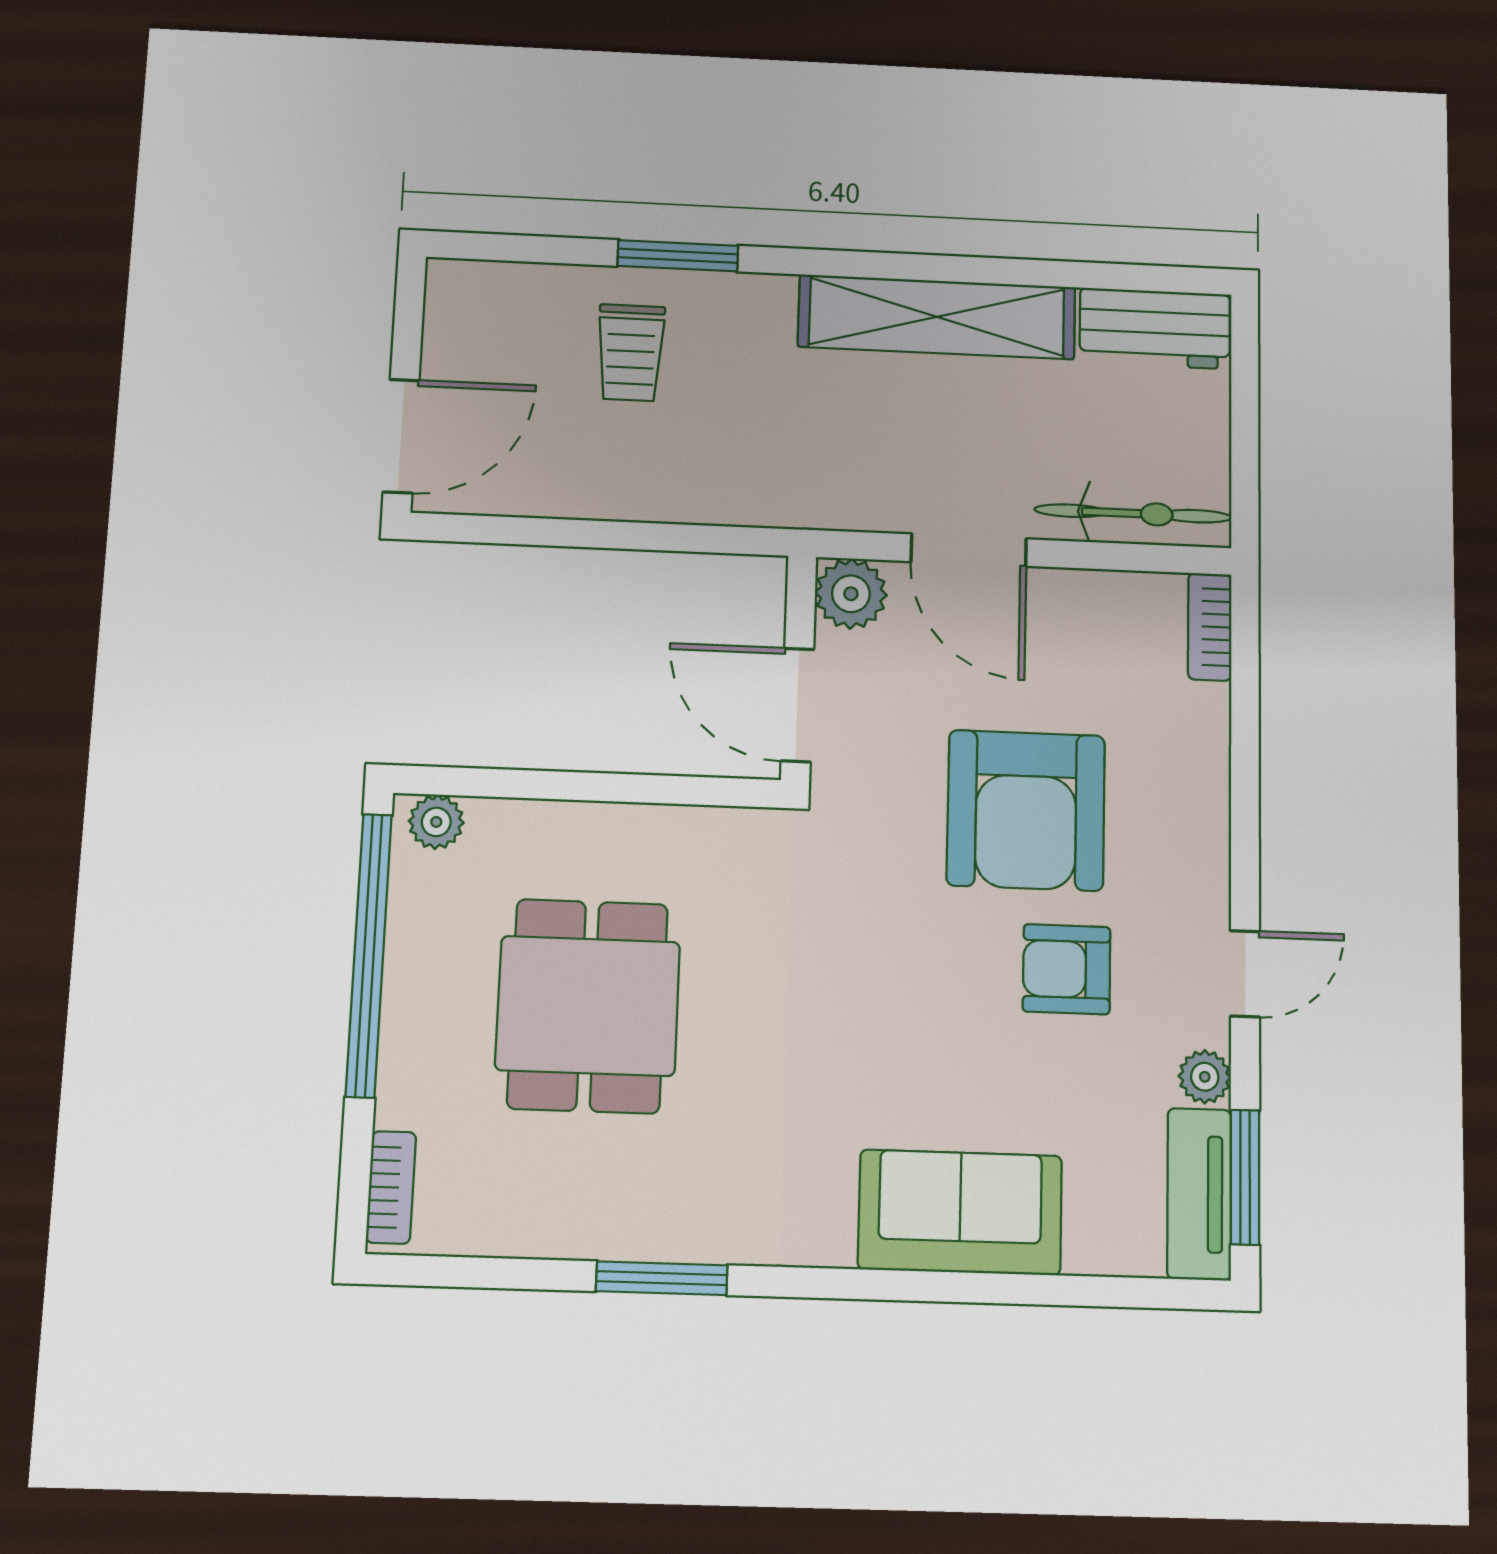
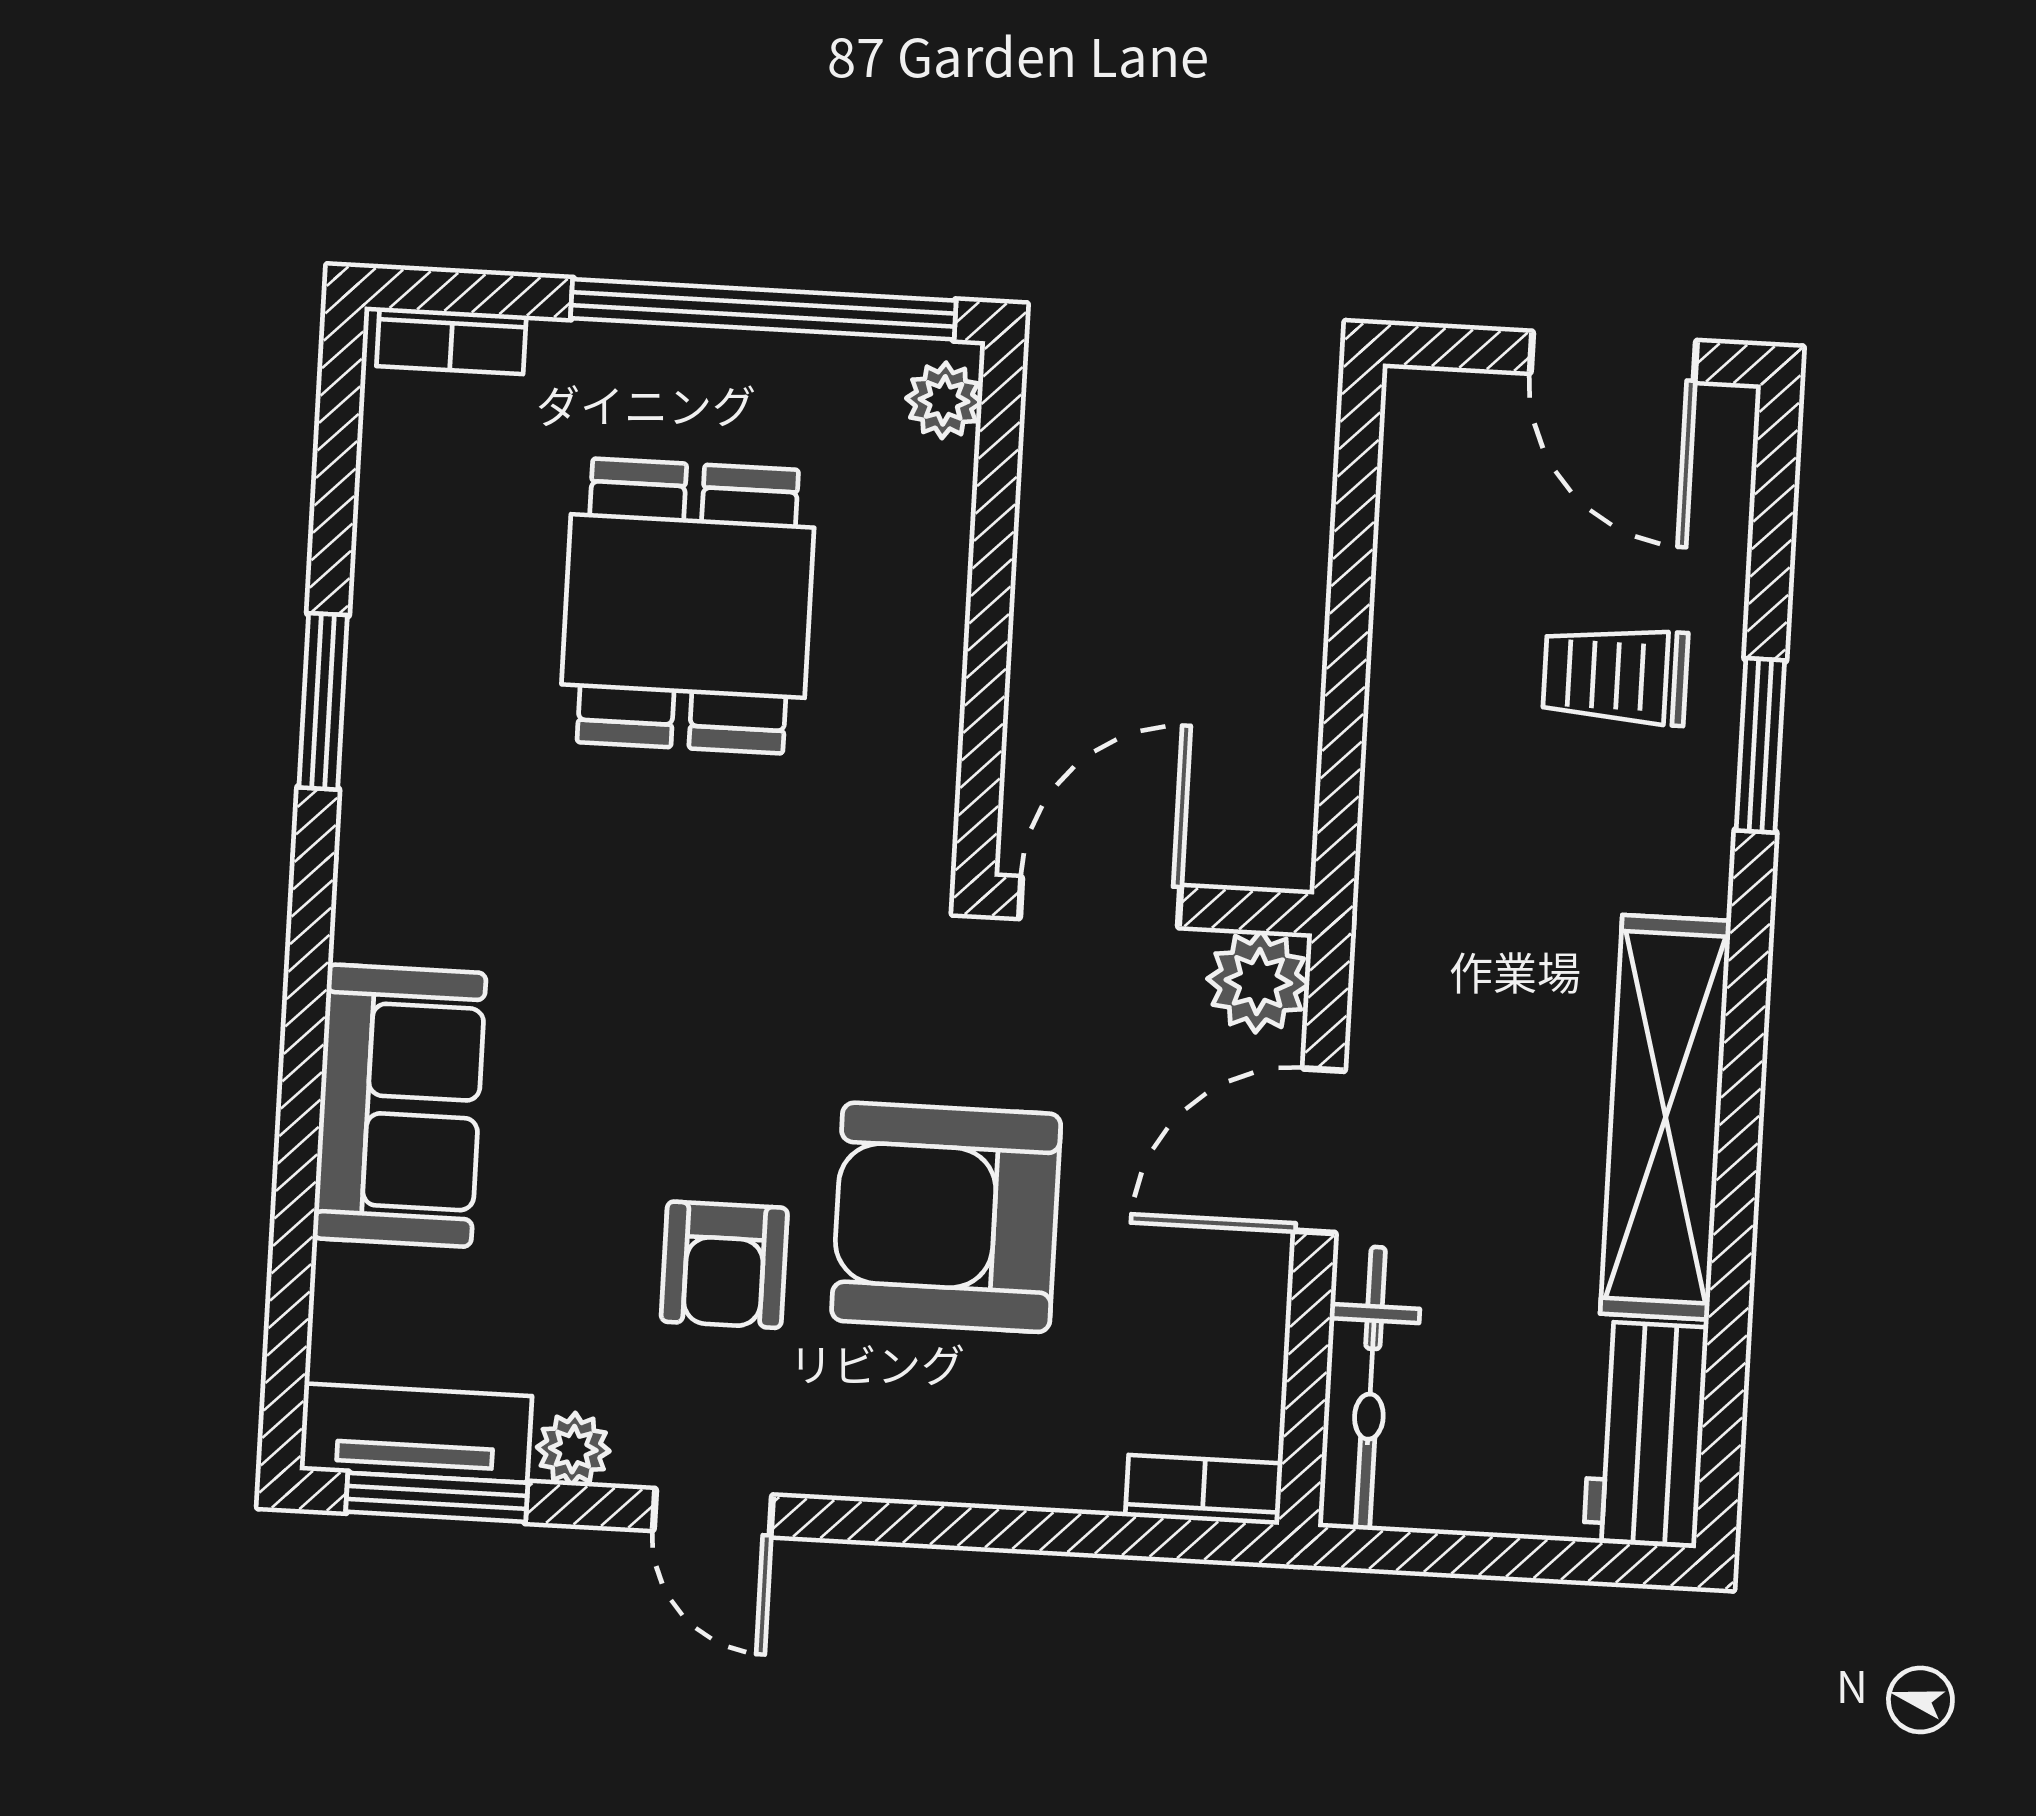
door: (401, 436) -> (1613, 357), moved
armchair: (1067, 969) -> (724, 1265), turned 180
dining table: (588, 1006) -> (688, 606), turned 90

